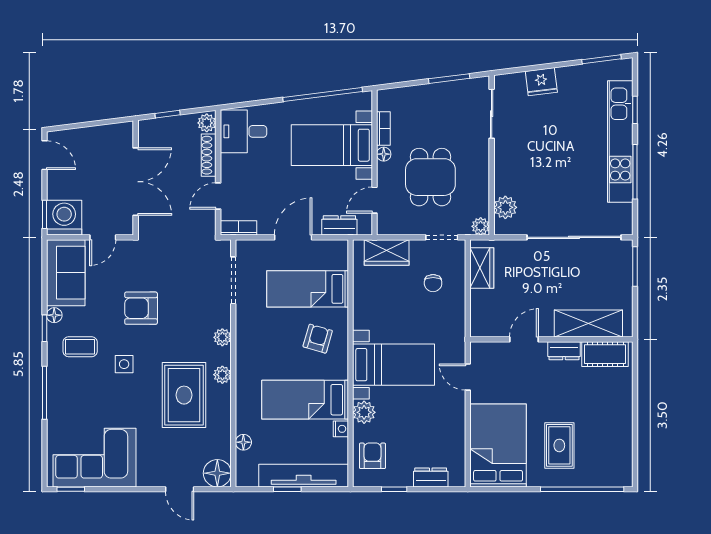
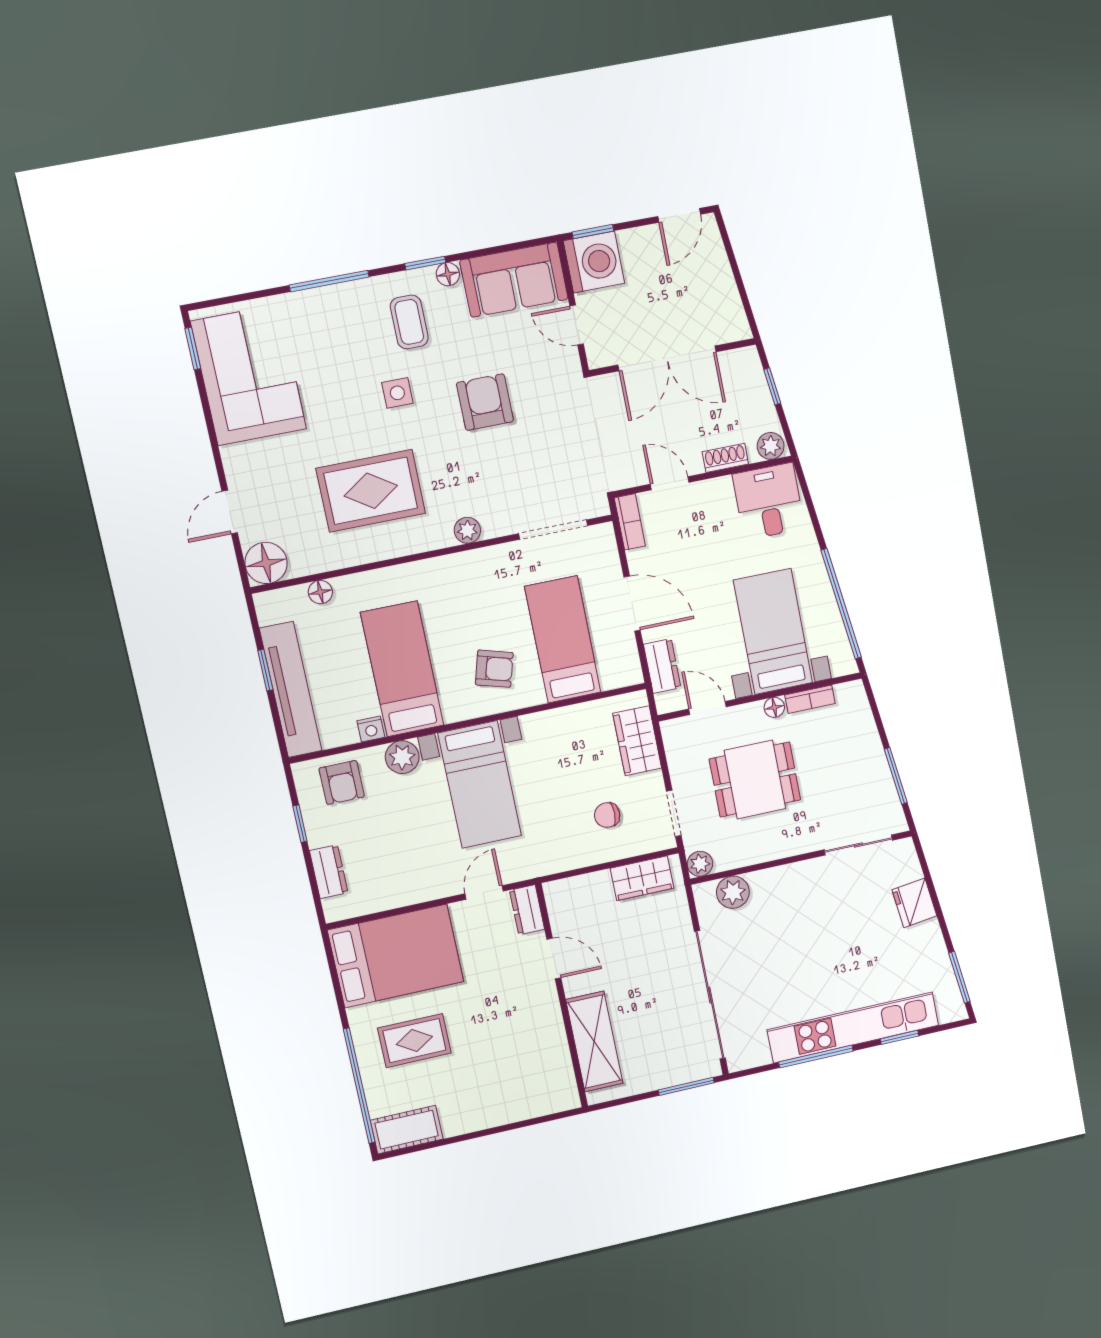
shoe rack: (209, 155) -> (725, 458), width x0.70
dresser: (564, 351) -> (527, 910), moved
cot: (605, 354) -> (407, 1130), moved, turned 90
plant: (222, 375) -> (413, 541), removed
armchair: (372, 456) -> (342, 782), turned 90

